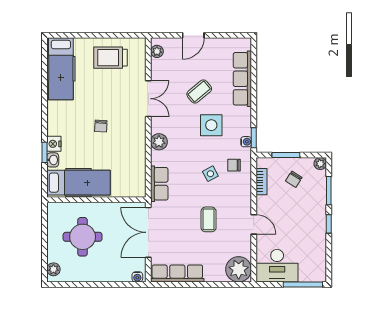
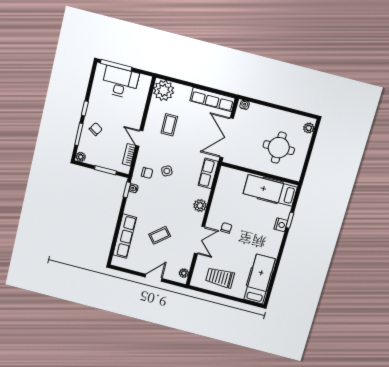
trolley: (110, 58) -> (220, 278), turned 180
double door: (148, 99) -> (200, 240), swing flipped
side table: (211, 125) -> (157, 208), removed
chair: (101, 126) -> (226, 228), moved
washbasin: (53, 160) -> (285, 213), removed
chair: (294, 179) -> (96, 129), moved
coffee table: (209, 219) -> (169, 125), moved
door: (254, 224) -> (139, 138), moved
double door: (148, 232) -> (227, 138), swing flipped
desk: (277, 266) -> (120, 82), moved

